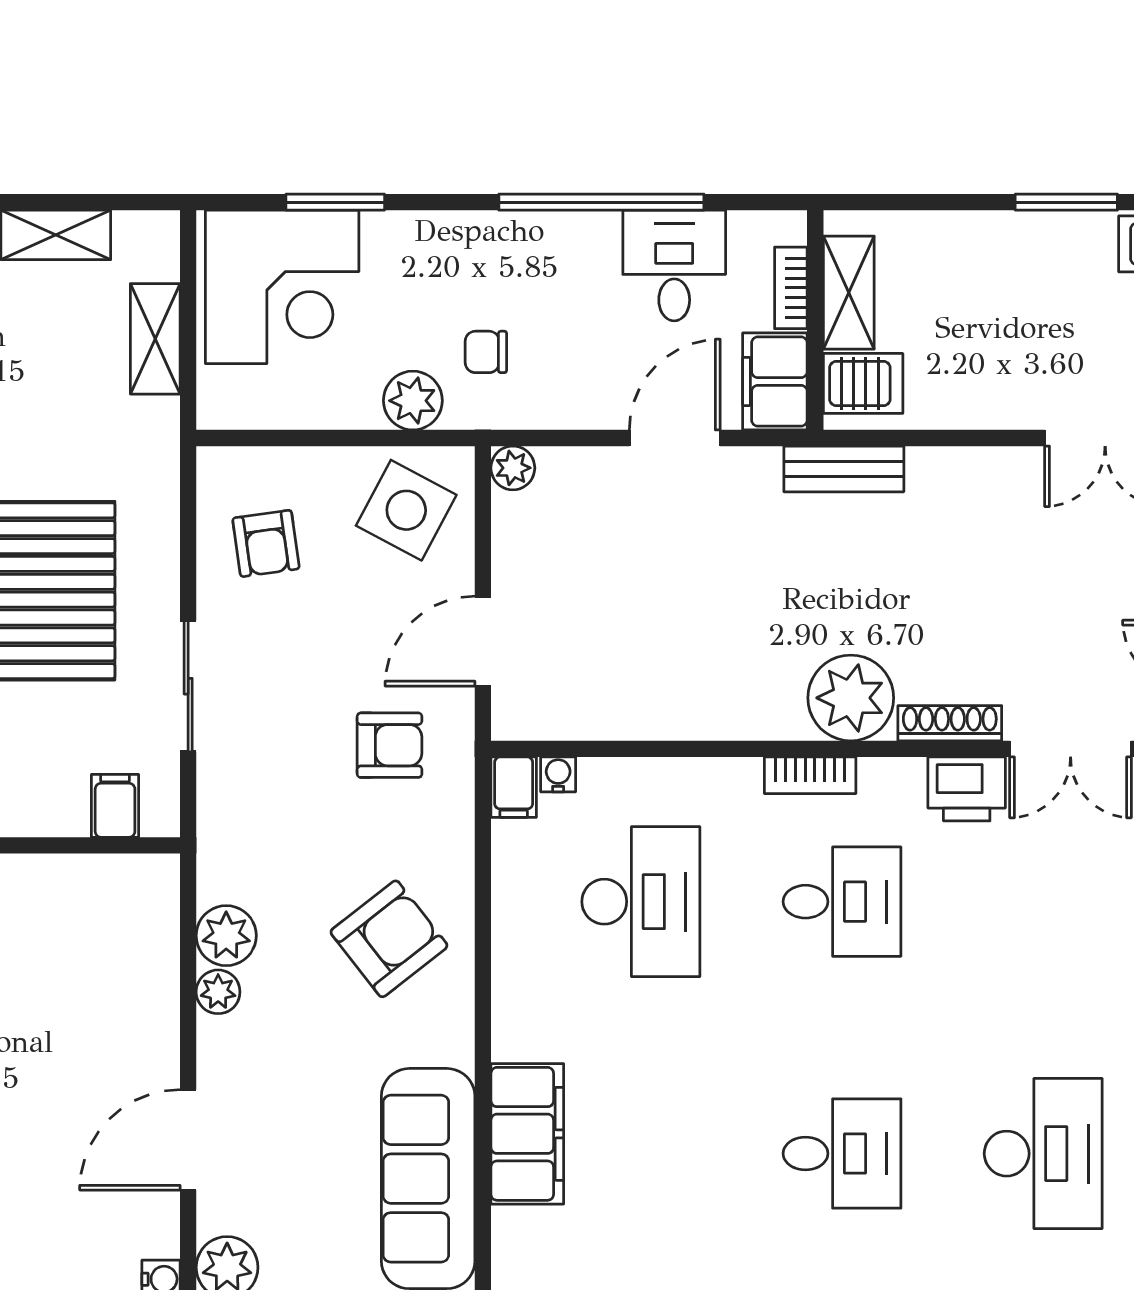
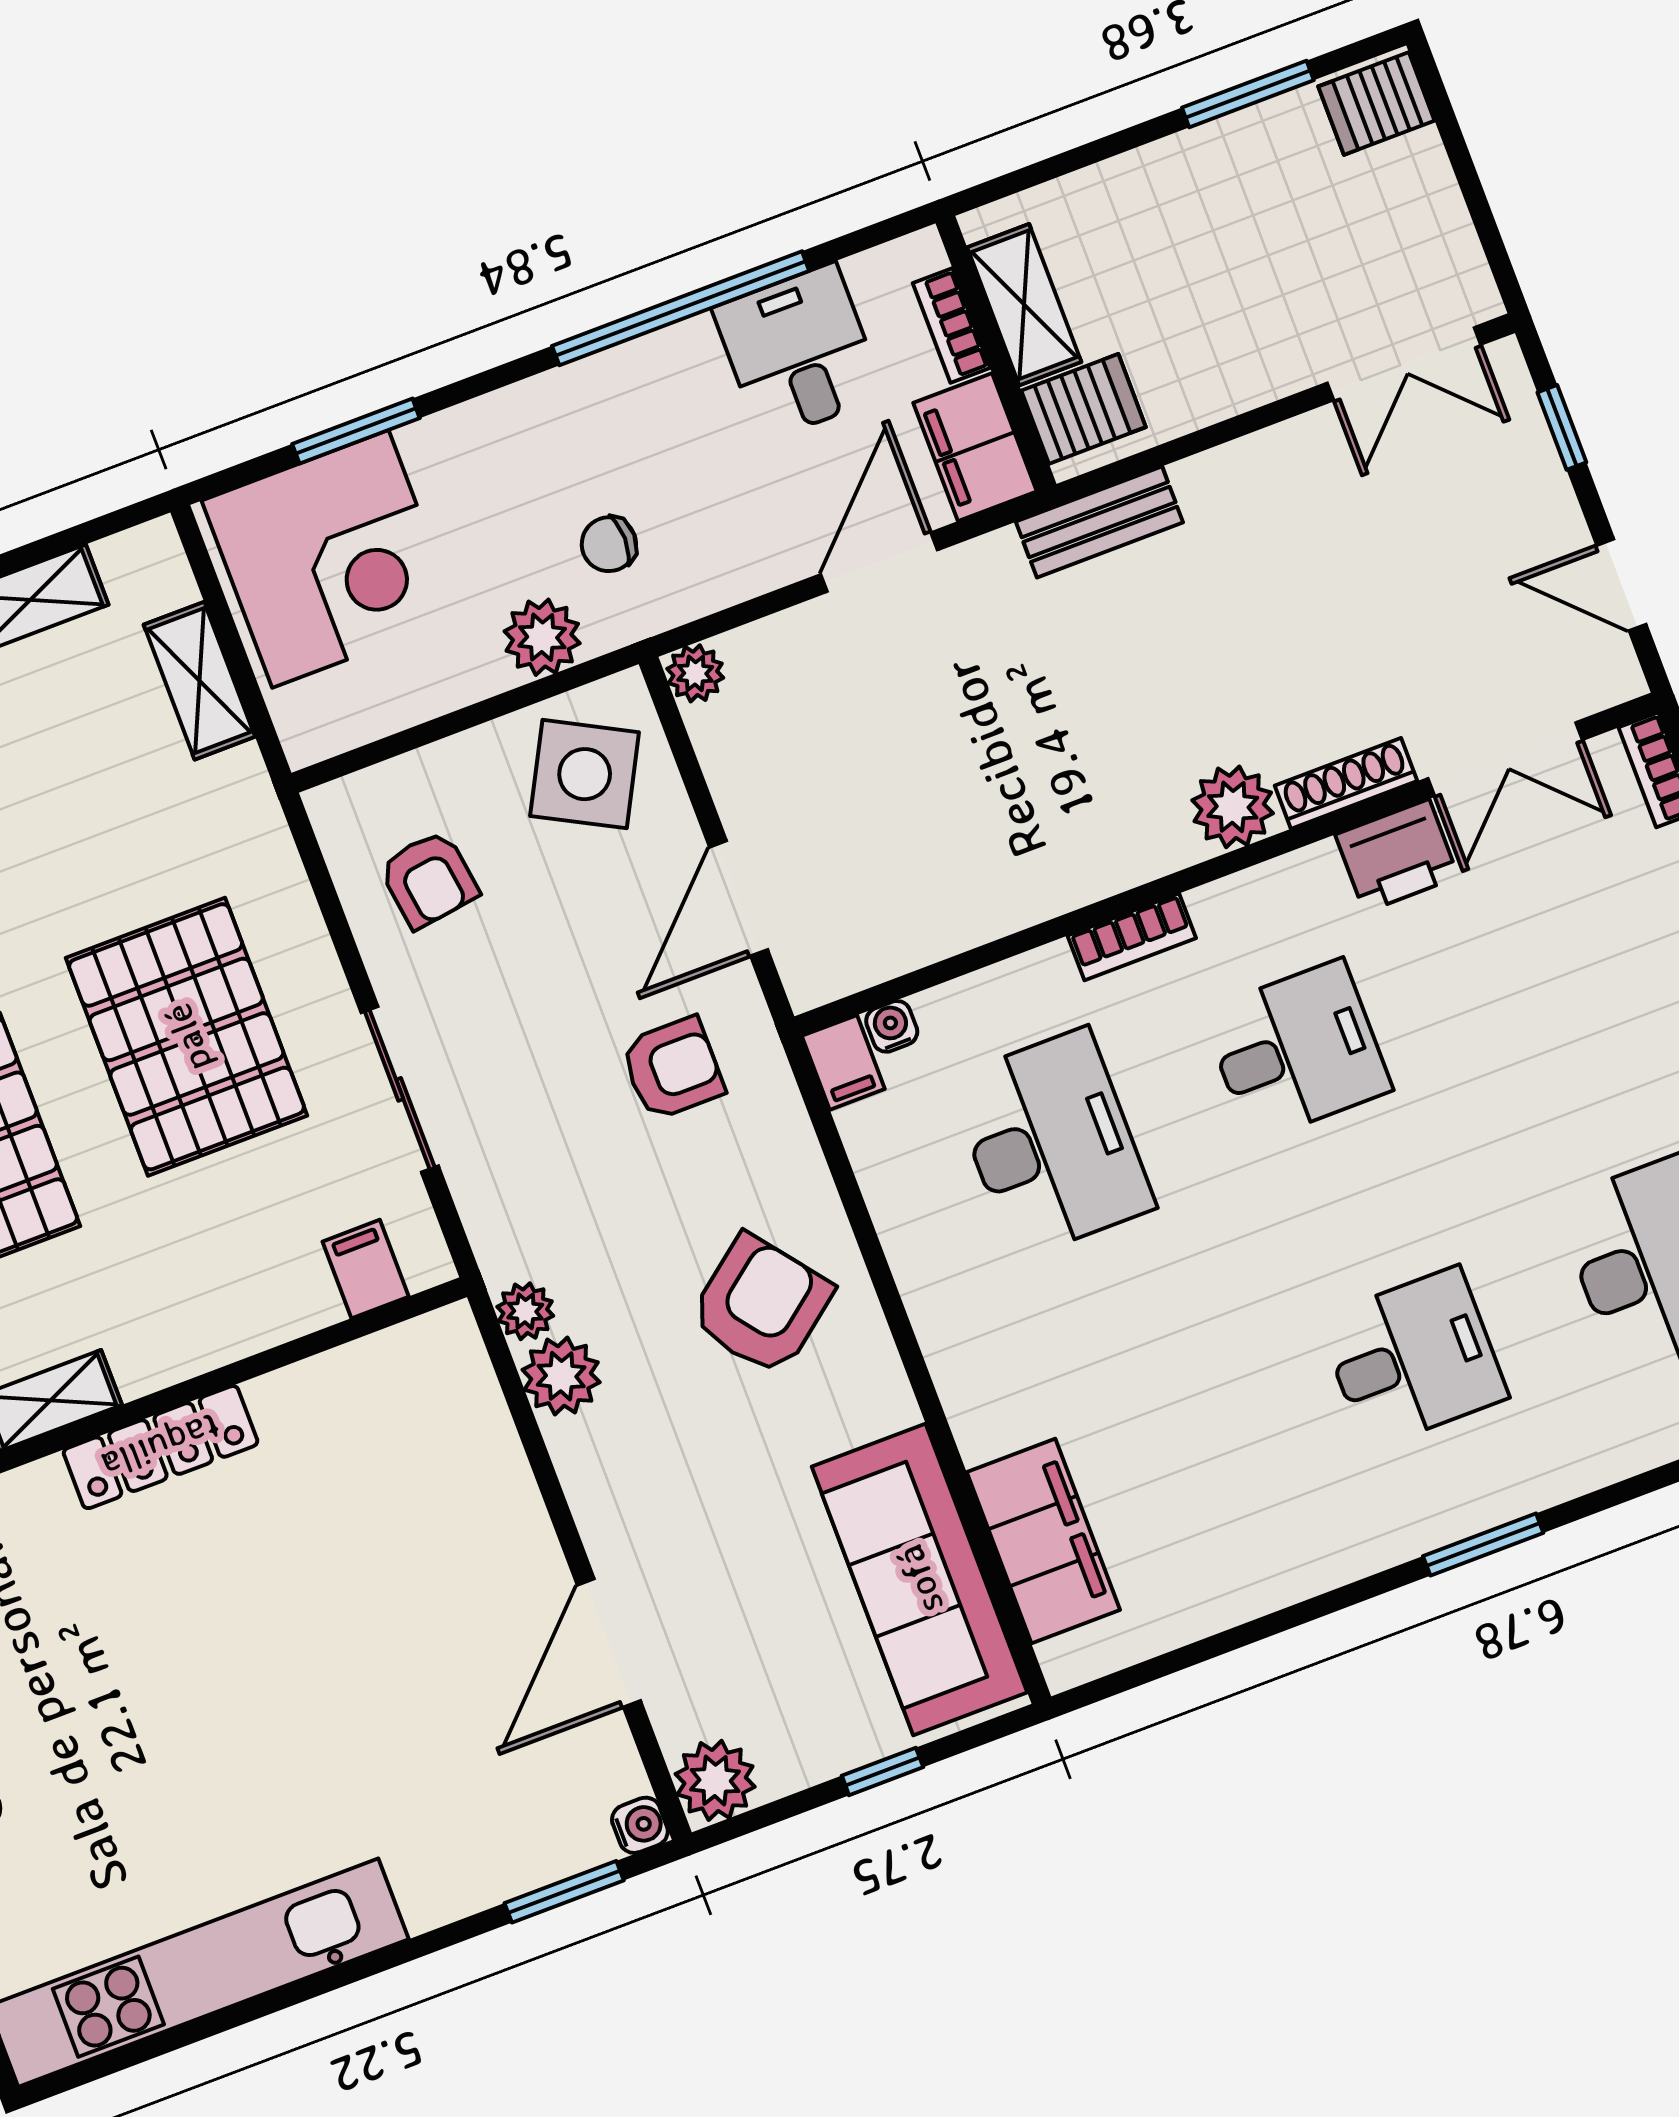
plant: (851, 698) -> (1233, 807), width x0.73, depth x0.73
bookcase: (810, 775) -> (1132, 937), moved
plant: (218, 992) -> (525, 1311), moved
filing cabinet: (527, 1134) -> (1043, 1541), moved

